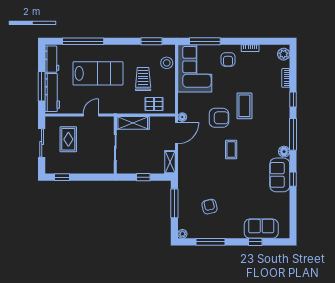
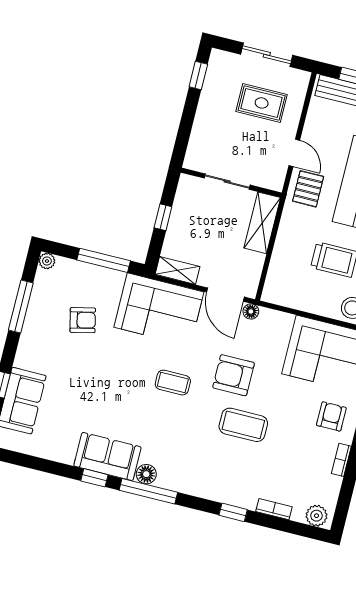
armchair: (228, 59) -> (331, 416), turned 90
pallet: (154, 104) -> (308, 189), moved
armchair: (219, 118) -> (234, 375), turned 90
window: (293, 134) -> (148, 491), moved
corner sofa: (194, 167) -> (159, 310), added

